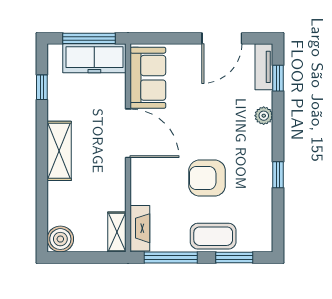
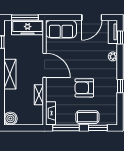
sofa: (148, 78) -> (61, 29), moved, turned 90
shelving: (117, 232) -> (39, 95), moved

